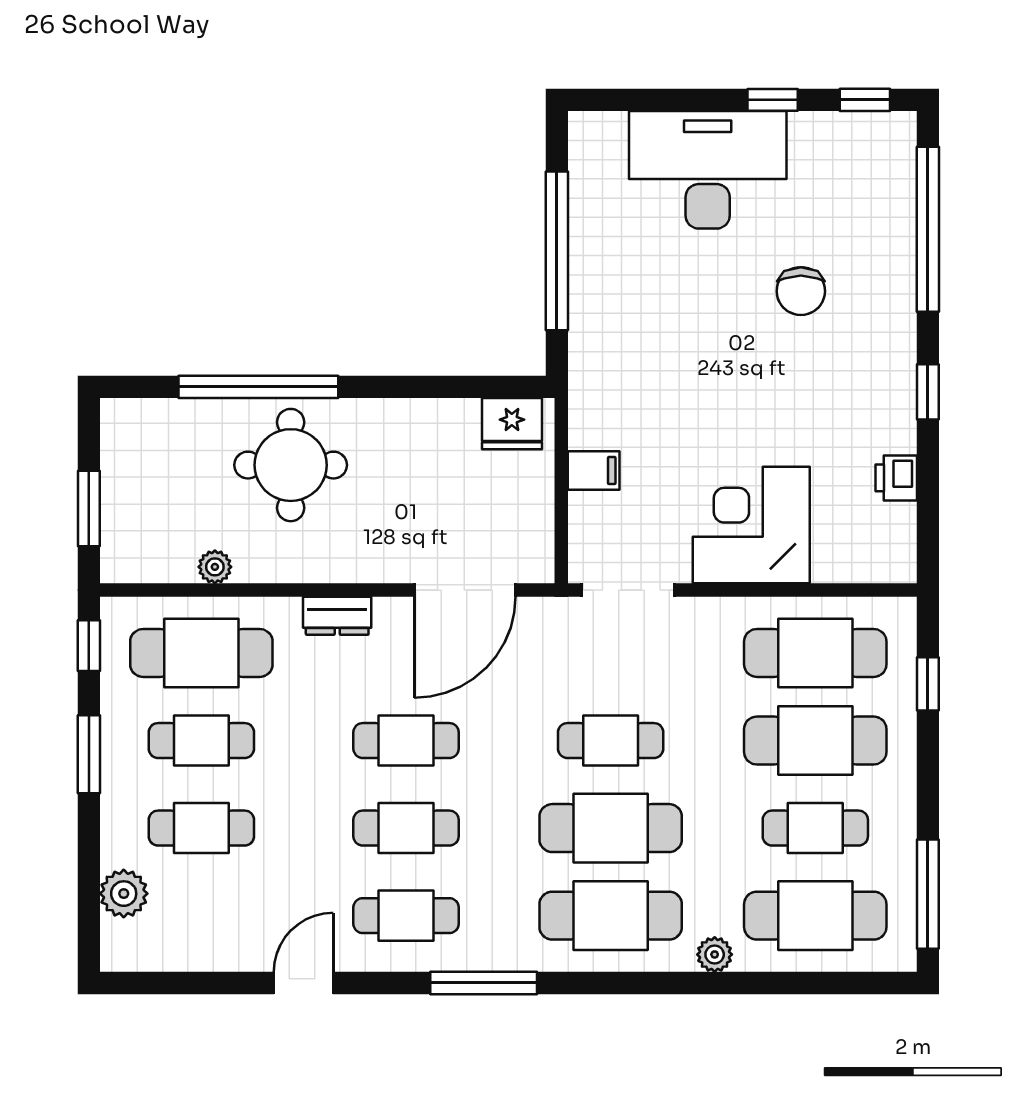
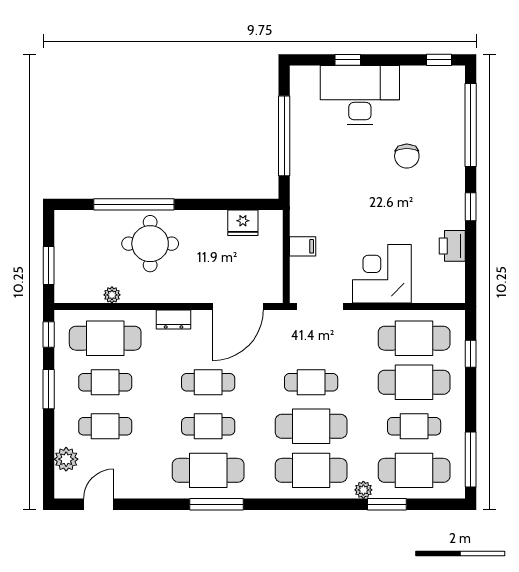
window: (773, 100) -> (348, 60), moved
fridge: (512, 424) -> (243, 223), moved
printer: (896, 478) -> (452, 246), width x1.36, depth x1.24
cafe table: (406, 916) -> (208, 470), width x1.37, depth x1.35
door: (303, 983) -> (99, 504), moved
window: (484, 983) -> (217, 504), moved
window: (761, 983) -> (387, 504), added

